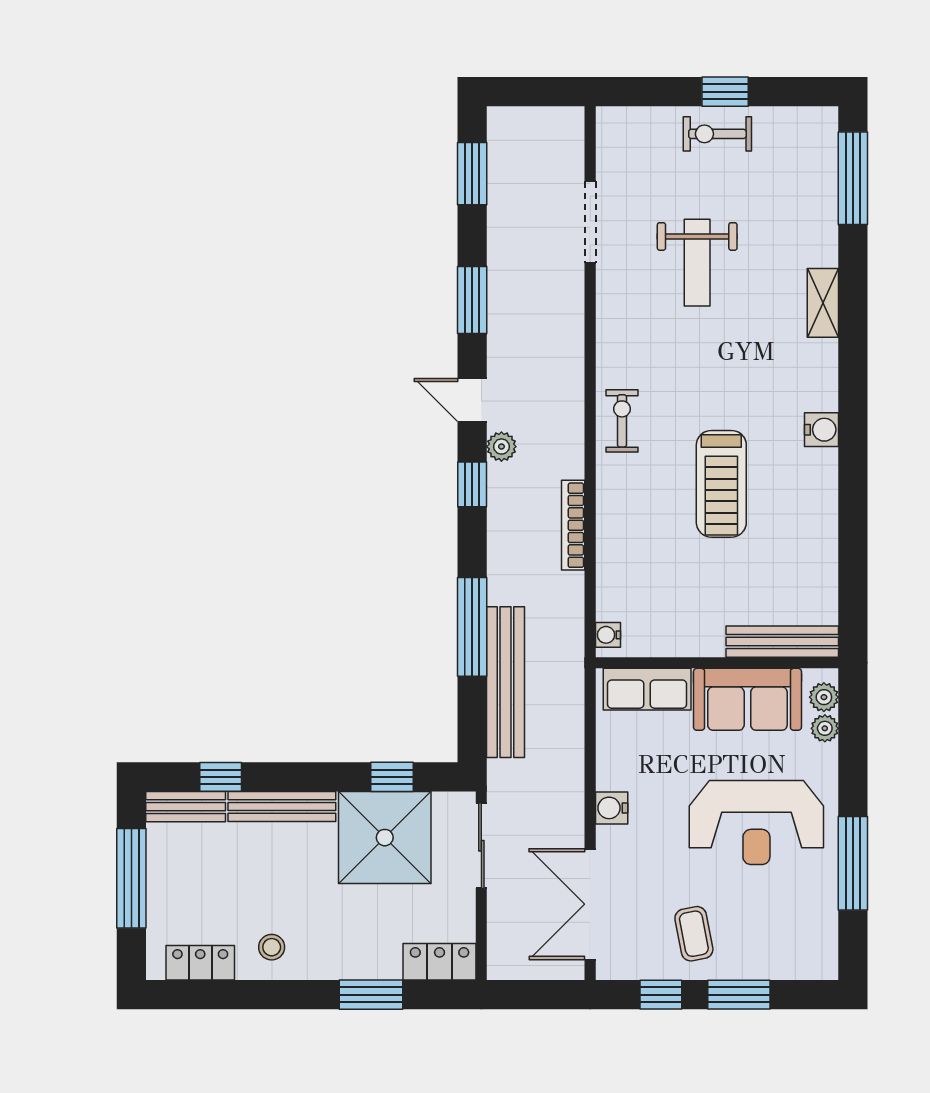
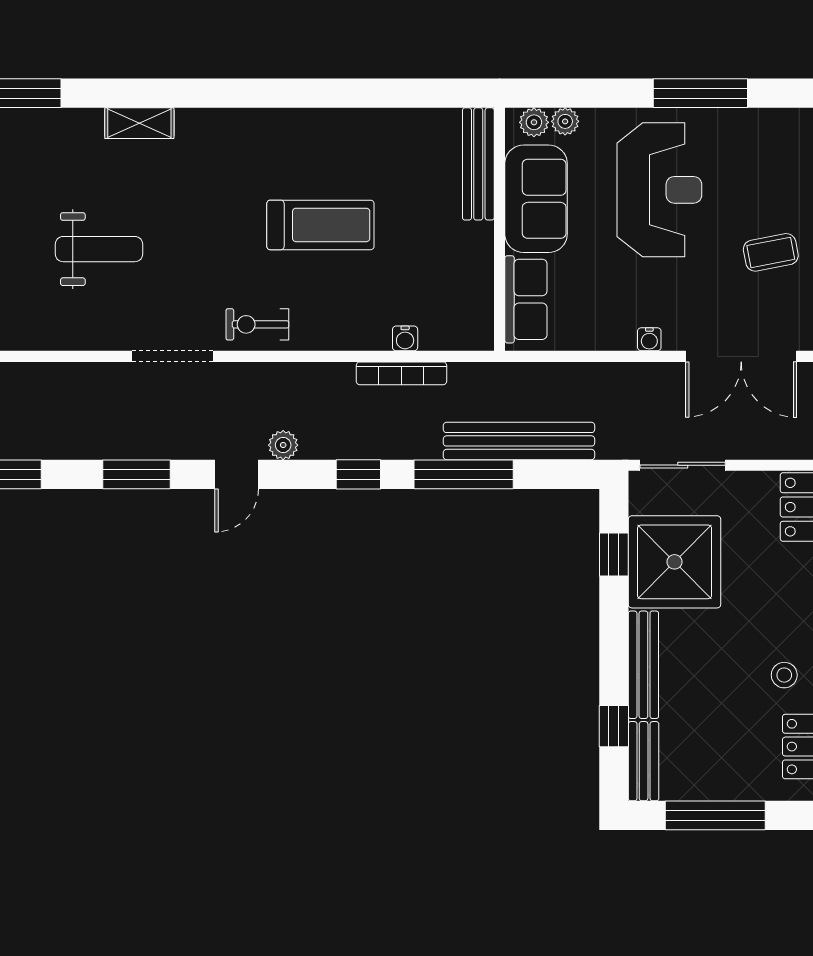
doorway: (590, 222) -> (173, 356), moved
water cooler: (822, 430) -> (266, 125), removed
window: (472, 484) -> (358, 474), moved
bookcase: (573, 525) -> (401, 373), moved
water cooler: (608, 635) -> (405, 338), moved
water cooler: (612, 808) -> (649, 339), width x0.72, depth x0.72

